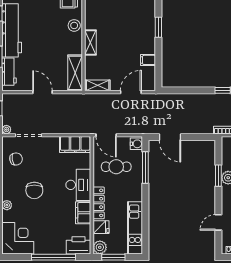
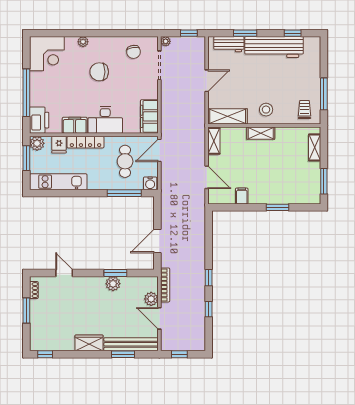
stool: (74, 25) -> (266, 110), moved
door: (170, 137) -> (157, 241), moved

